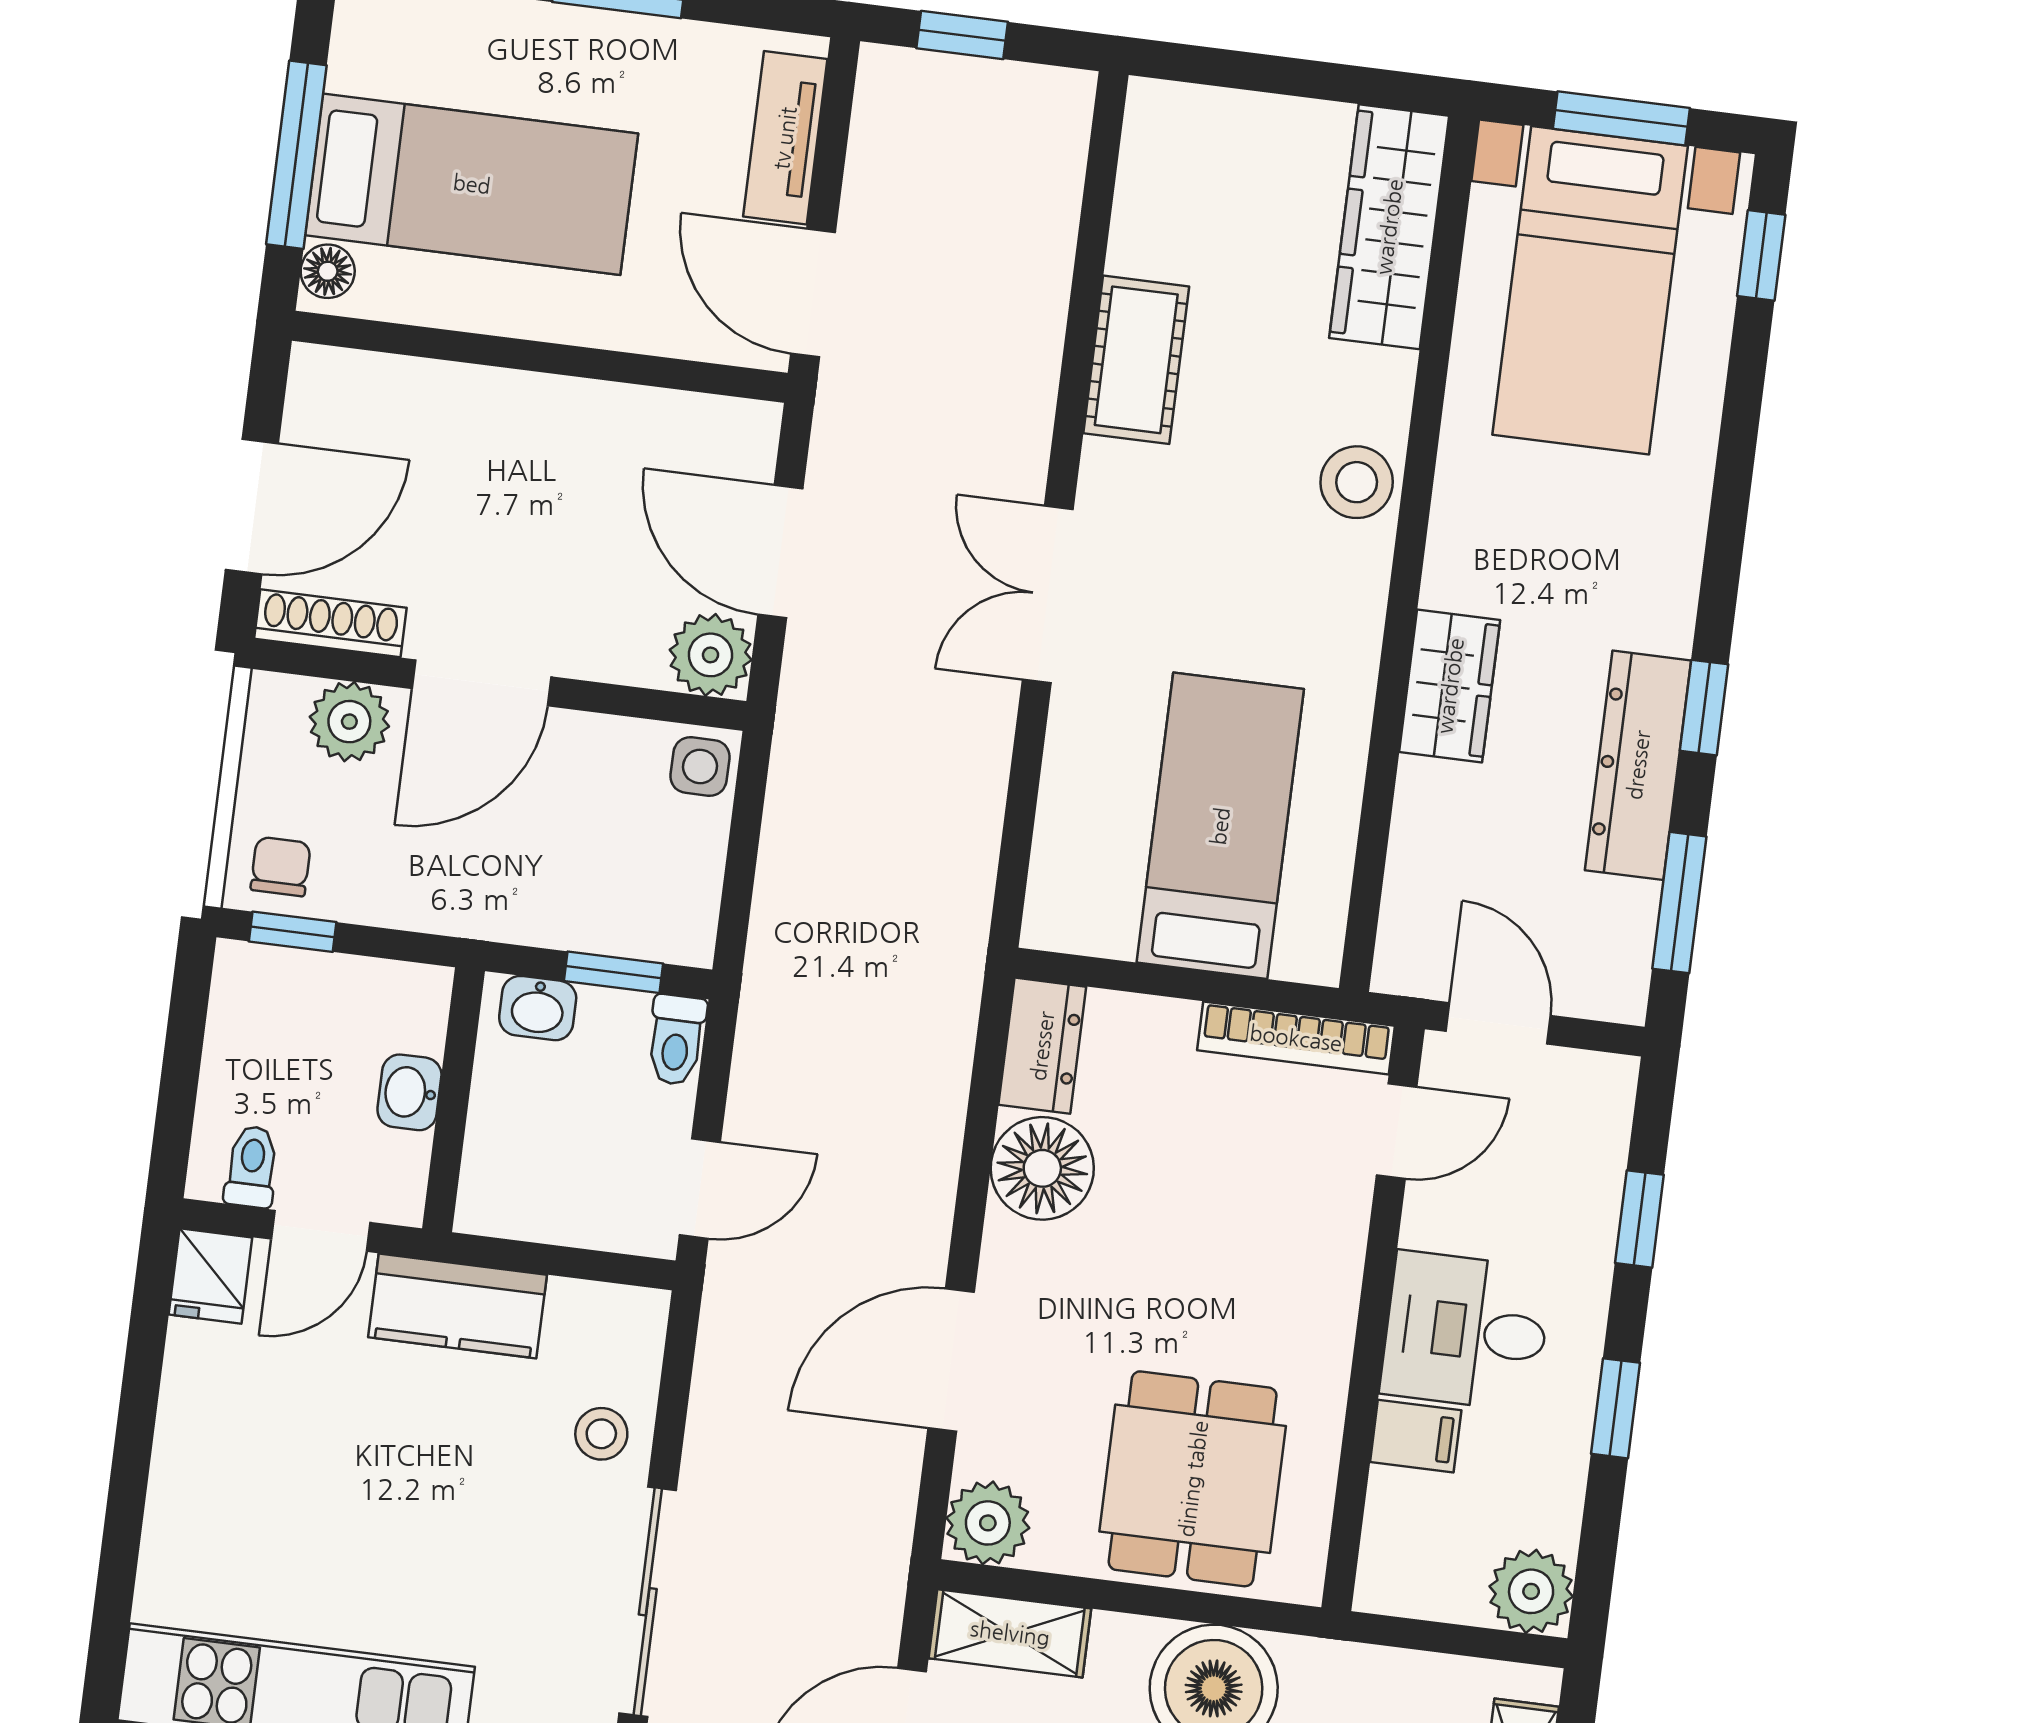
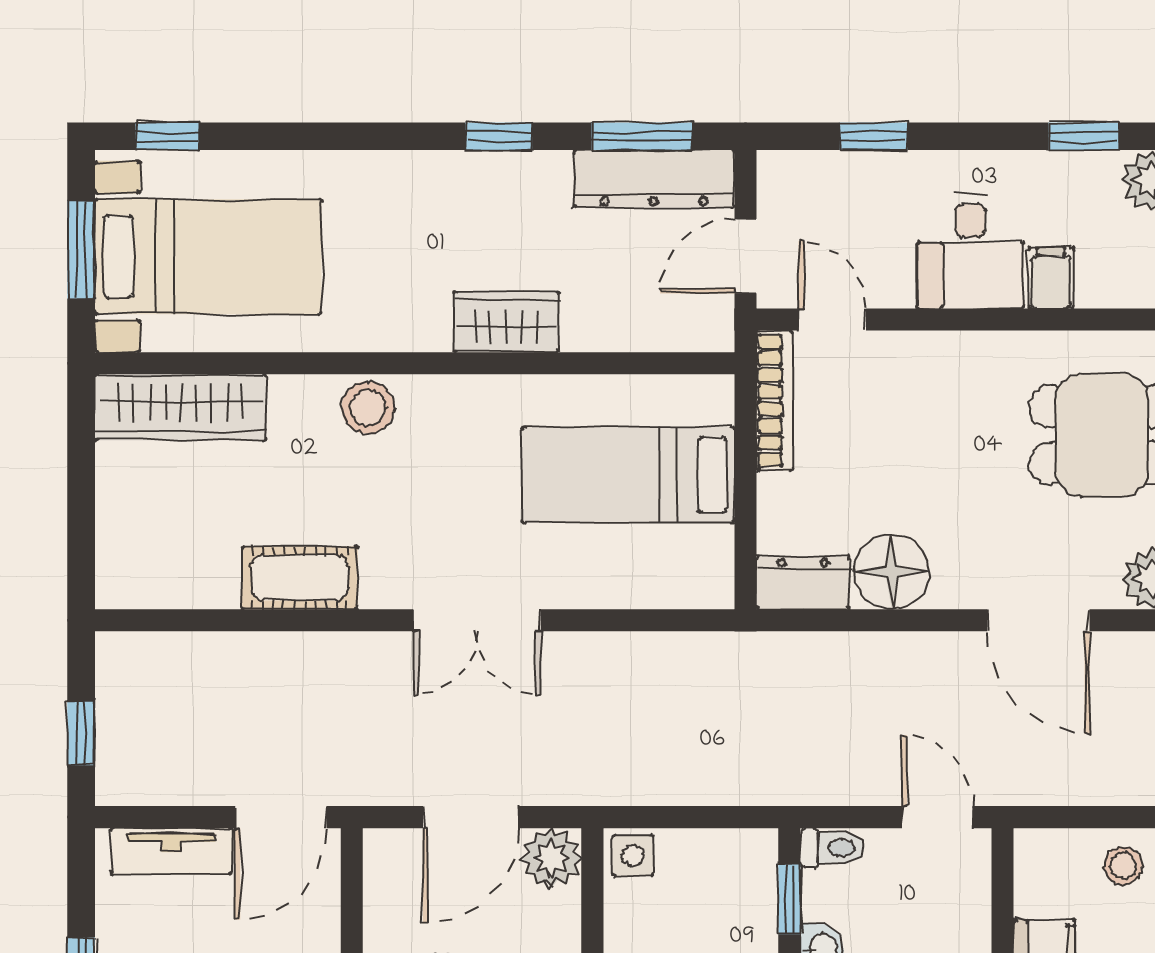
dresser: (1638, 765) -> (654, 179), moved
window: (1616, 1408) -> (1084, 136), moved

